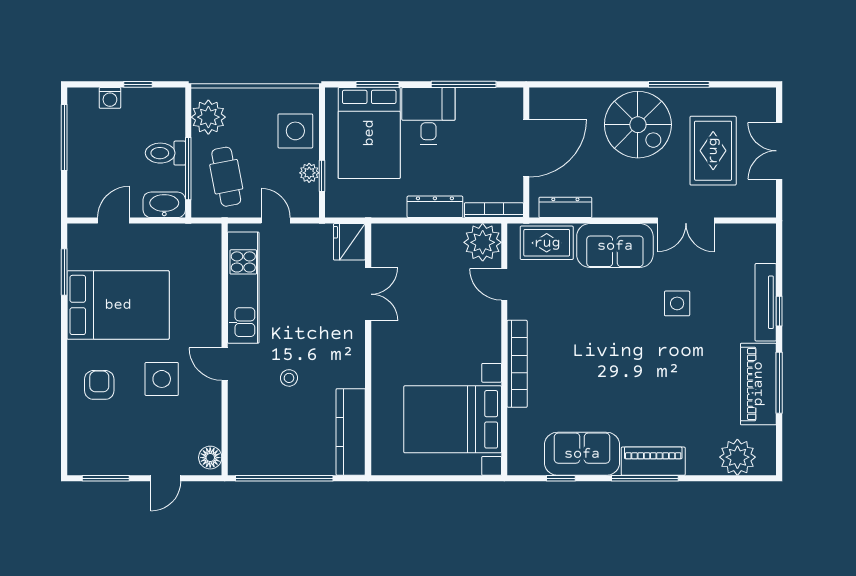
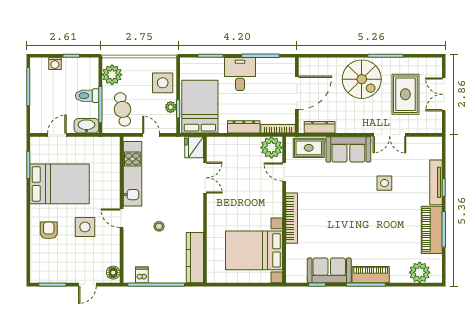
bed: (369, 133) -> (200, 107), moved, turned 180
dishwasher: (260, 461) -> (142, 275), added

